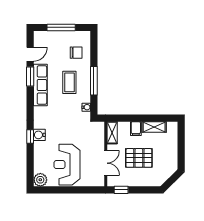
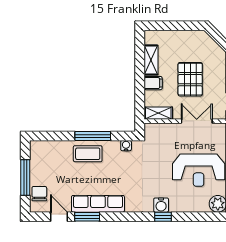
chair: (76, 53) -> (39, 194), moved
coffee table: (69, 82) -> (88, 154), moved

